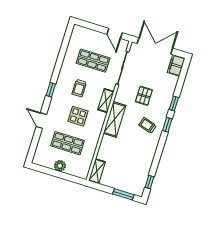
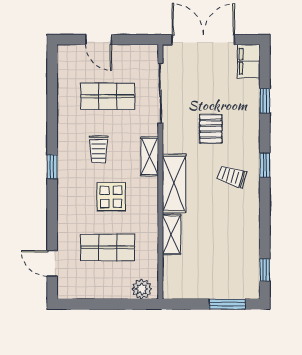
door: (115, 33) -> (99, 40), moved
window: (174, 104) -> (265, 101), moved
door: (41, 121) -> (52, 263), moved
plant: (60, 166) -> (142, 289), moved
shelving: (97, 171) -> (171, 235), moved

